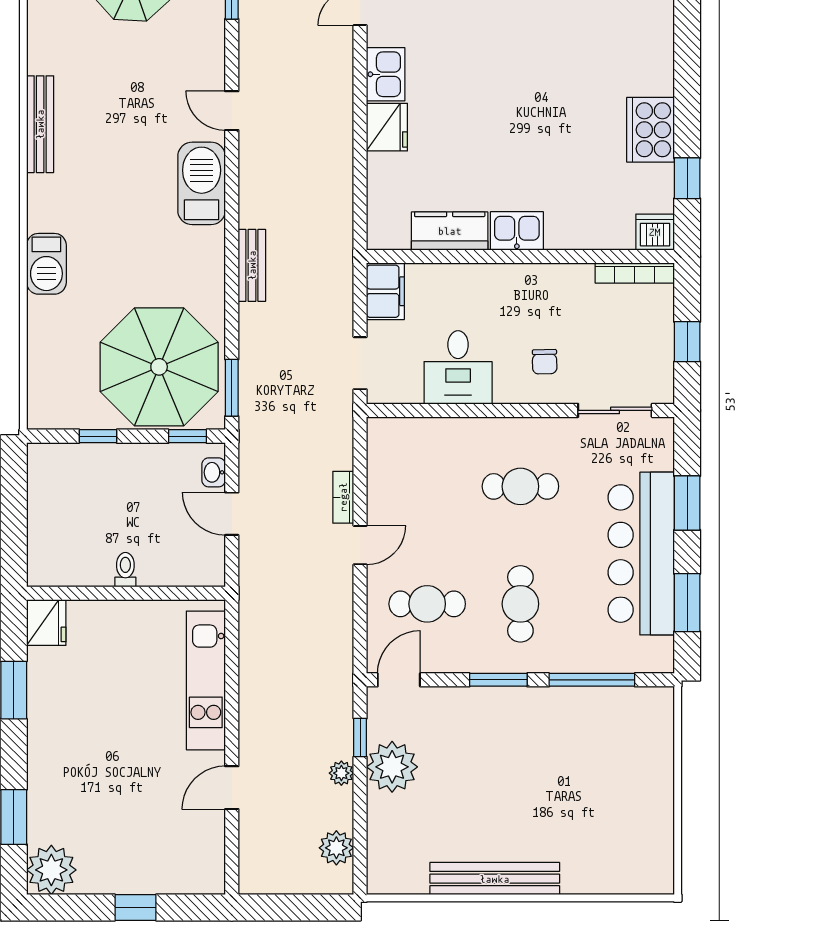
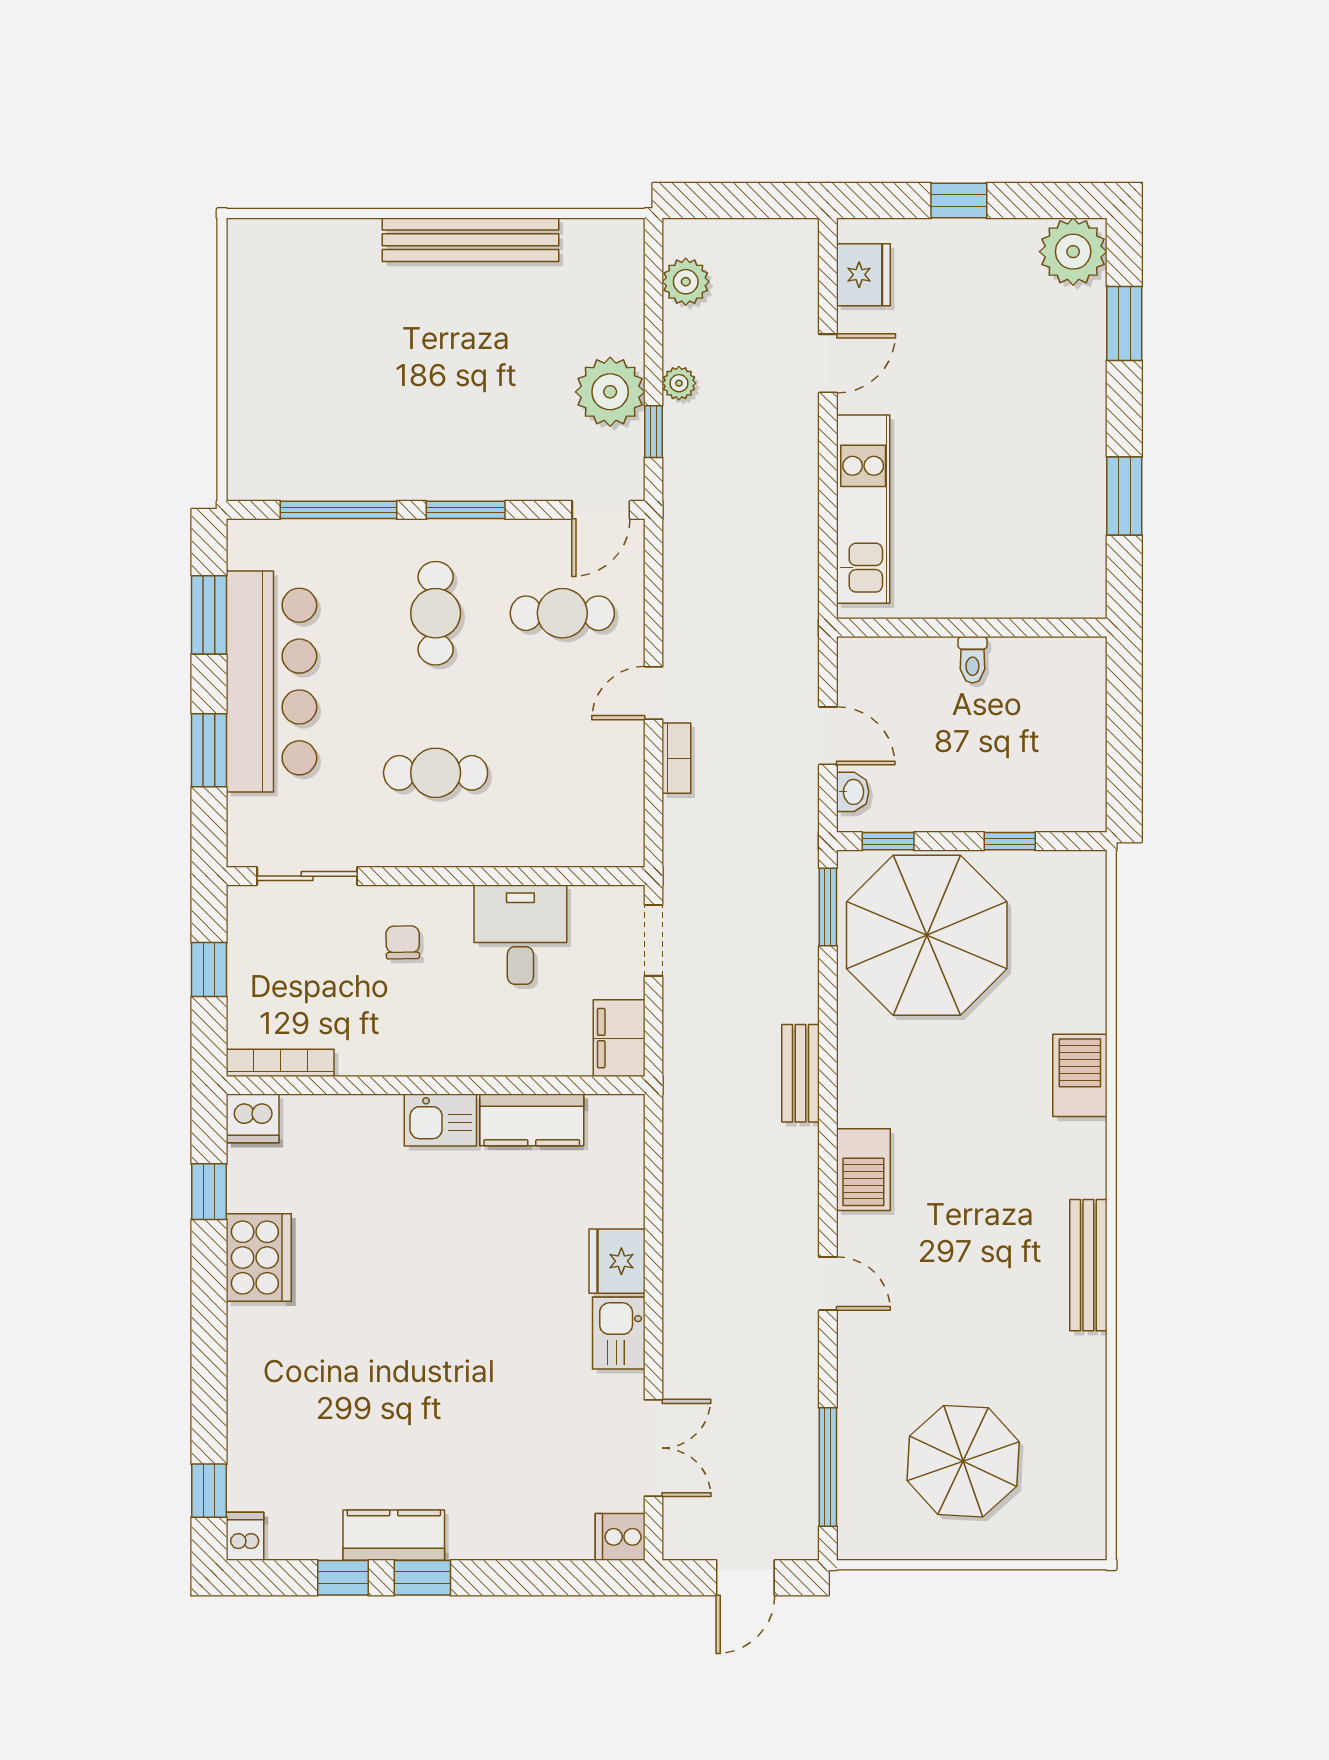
barbecue: (202, 183) -> (863, 1170), width x0.73, depth x0.83
fridge: (46, 623) -> (863, 275), moved, turned 180

